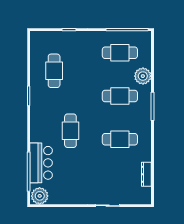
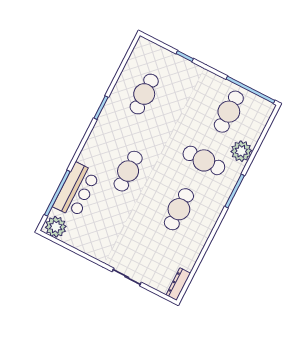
cafe table: (120, 53) -> (229, 112), turned 90
cafe table: (120, 139) -> (179, 209), turned 90
dresser: (146, 174) -> (178, 284), moved

